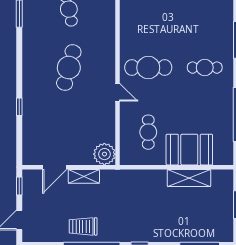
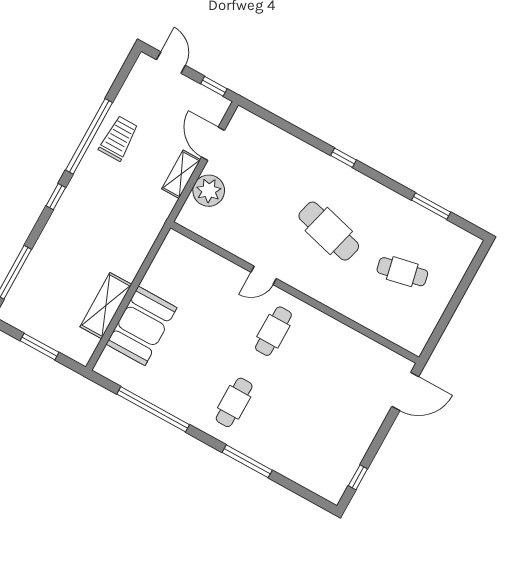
cafe table: (148, 68) -> (273, 331), width x0.73, depth x0.74
window: (19, 107) -> (344, 158), moved
cafe table: (148, 132) -> (192, 286), removed
plant: (104, 154) -> (209, 191), moved

